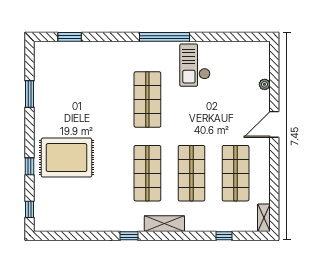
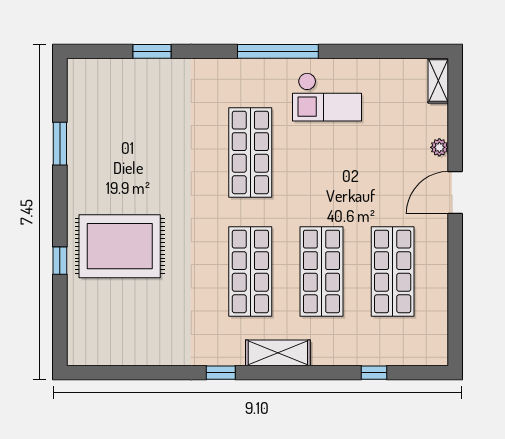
window: (70, 37) -> (152, 51), moved
checkout: (195, 65) -> (327, 97), turned -90
plant: (265, 84) -> (439, 147), moved
window: (29, 209) -> (60, 330), removed
shelving: (264, 218) -> (438, 81), moved

